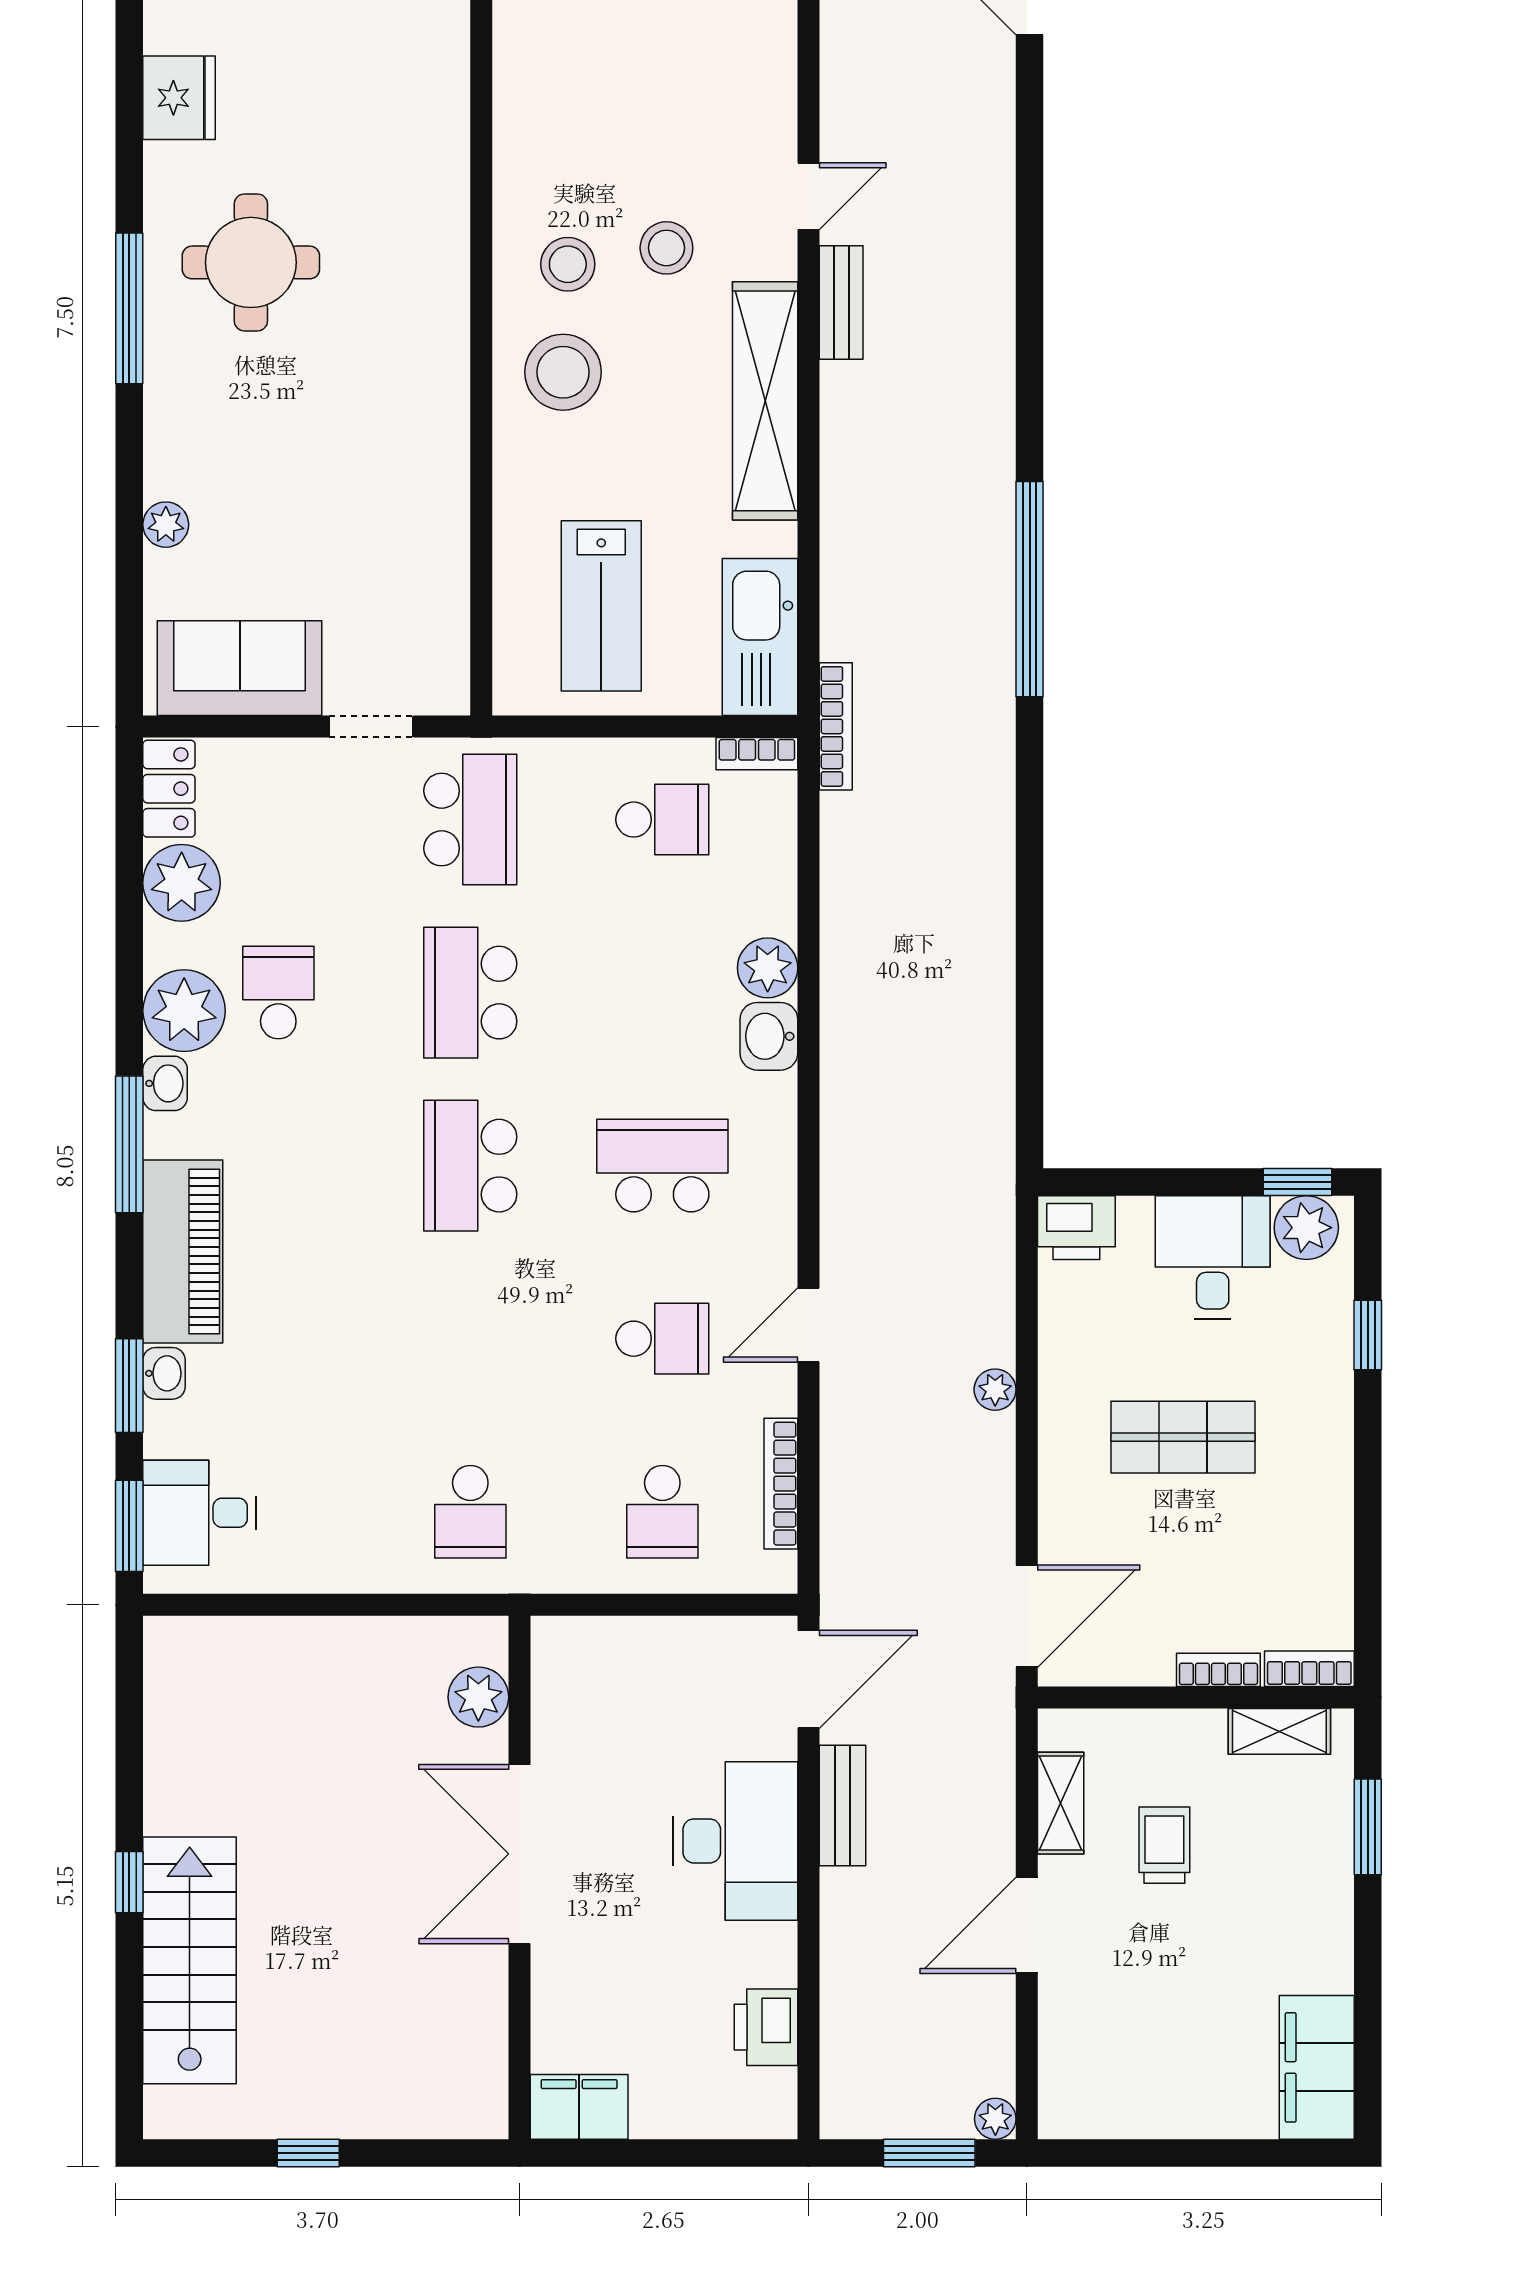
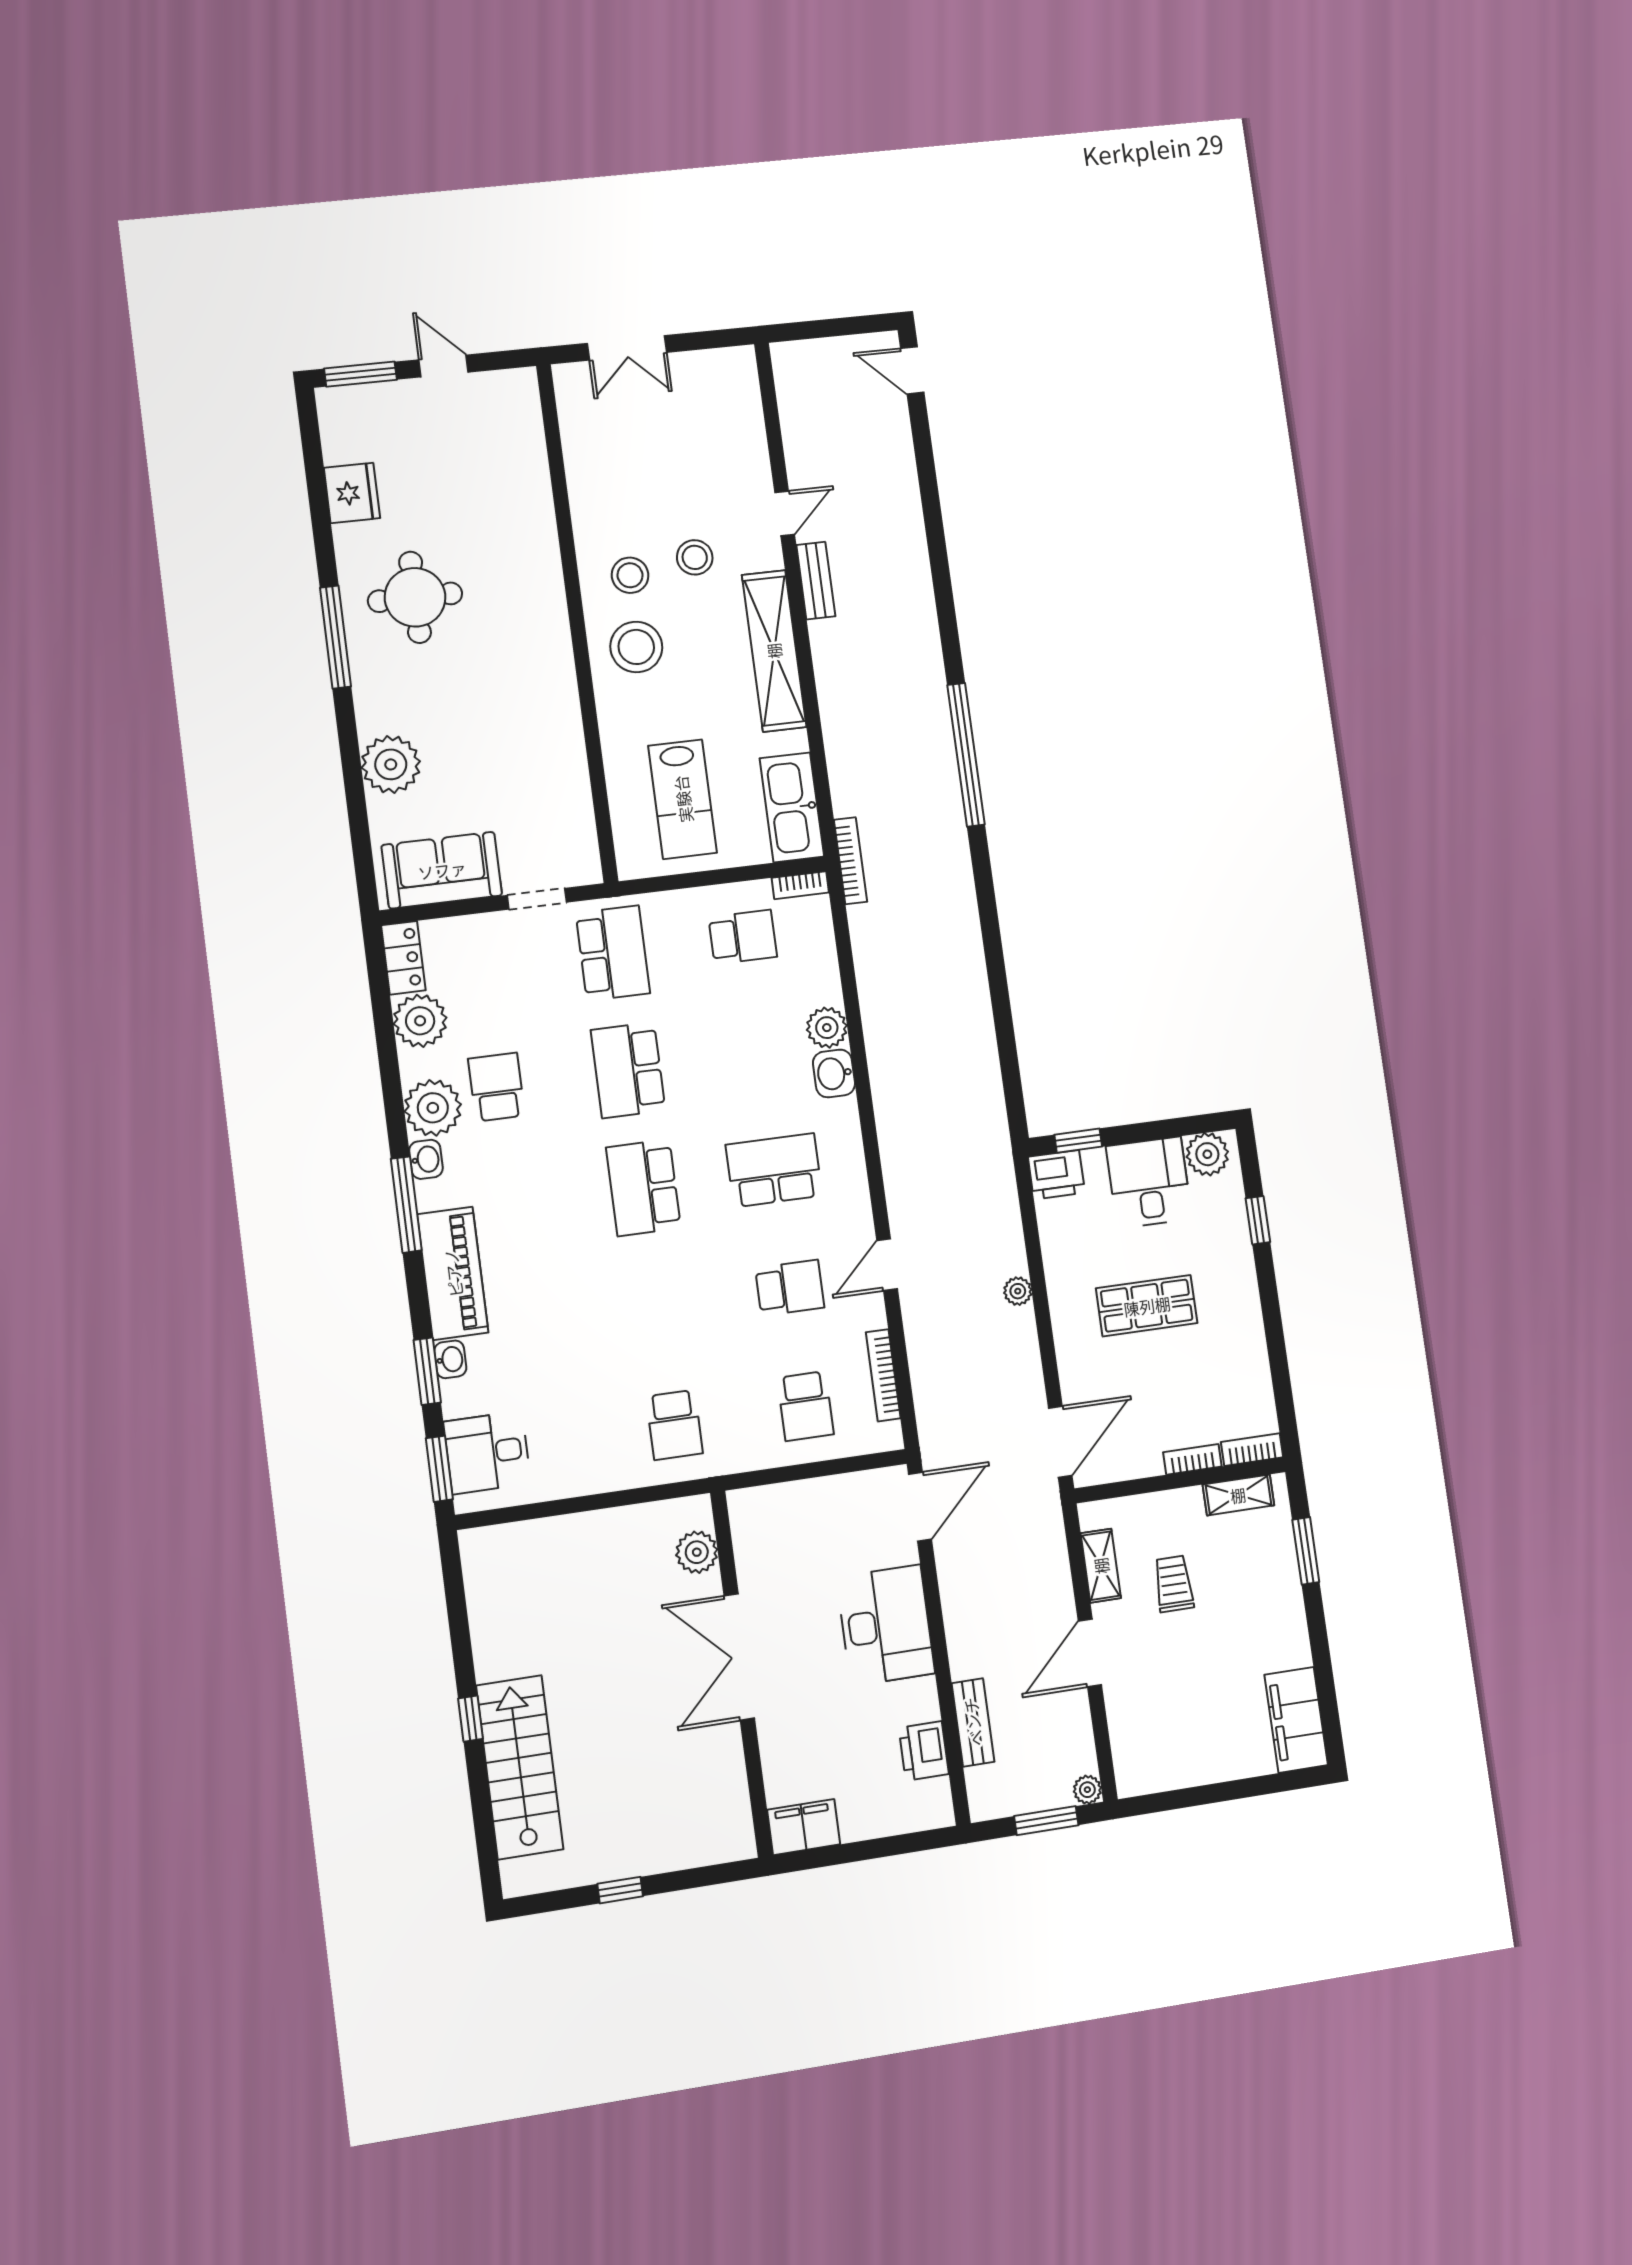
plant: (166, 525) -> (391, 764), width x1.87, depth x1.87
window: (1297, 1182) -> (1078, 1141), moved
bench: (843, 1805) -> (973, 1722), moved

